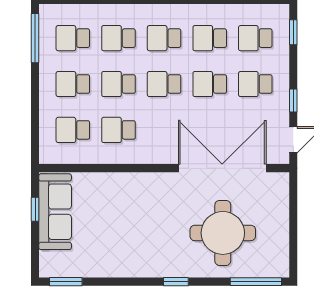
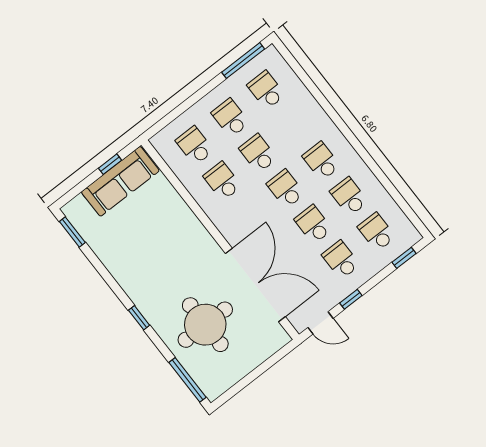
school desk: (118, 38) -> (294, 125), removed

